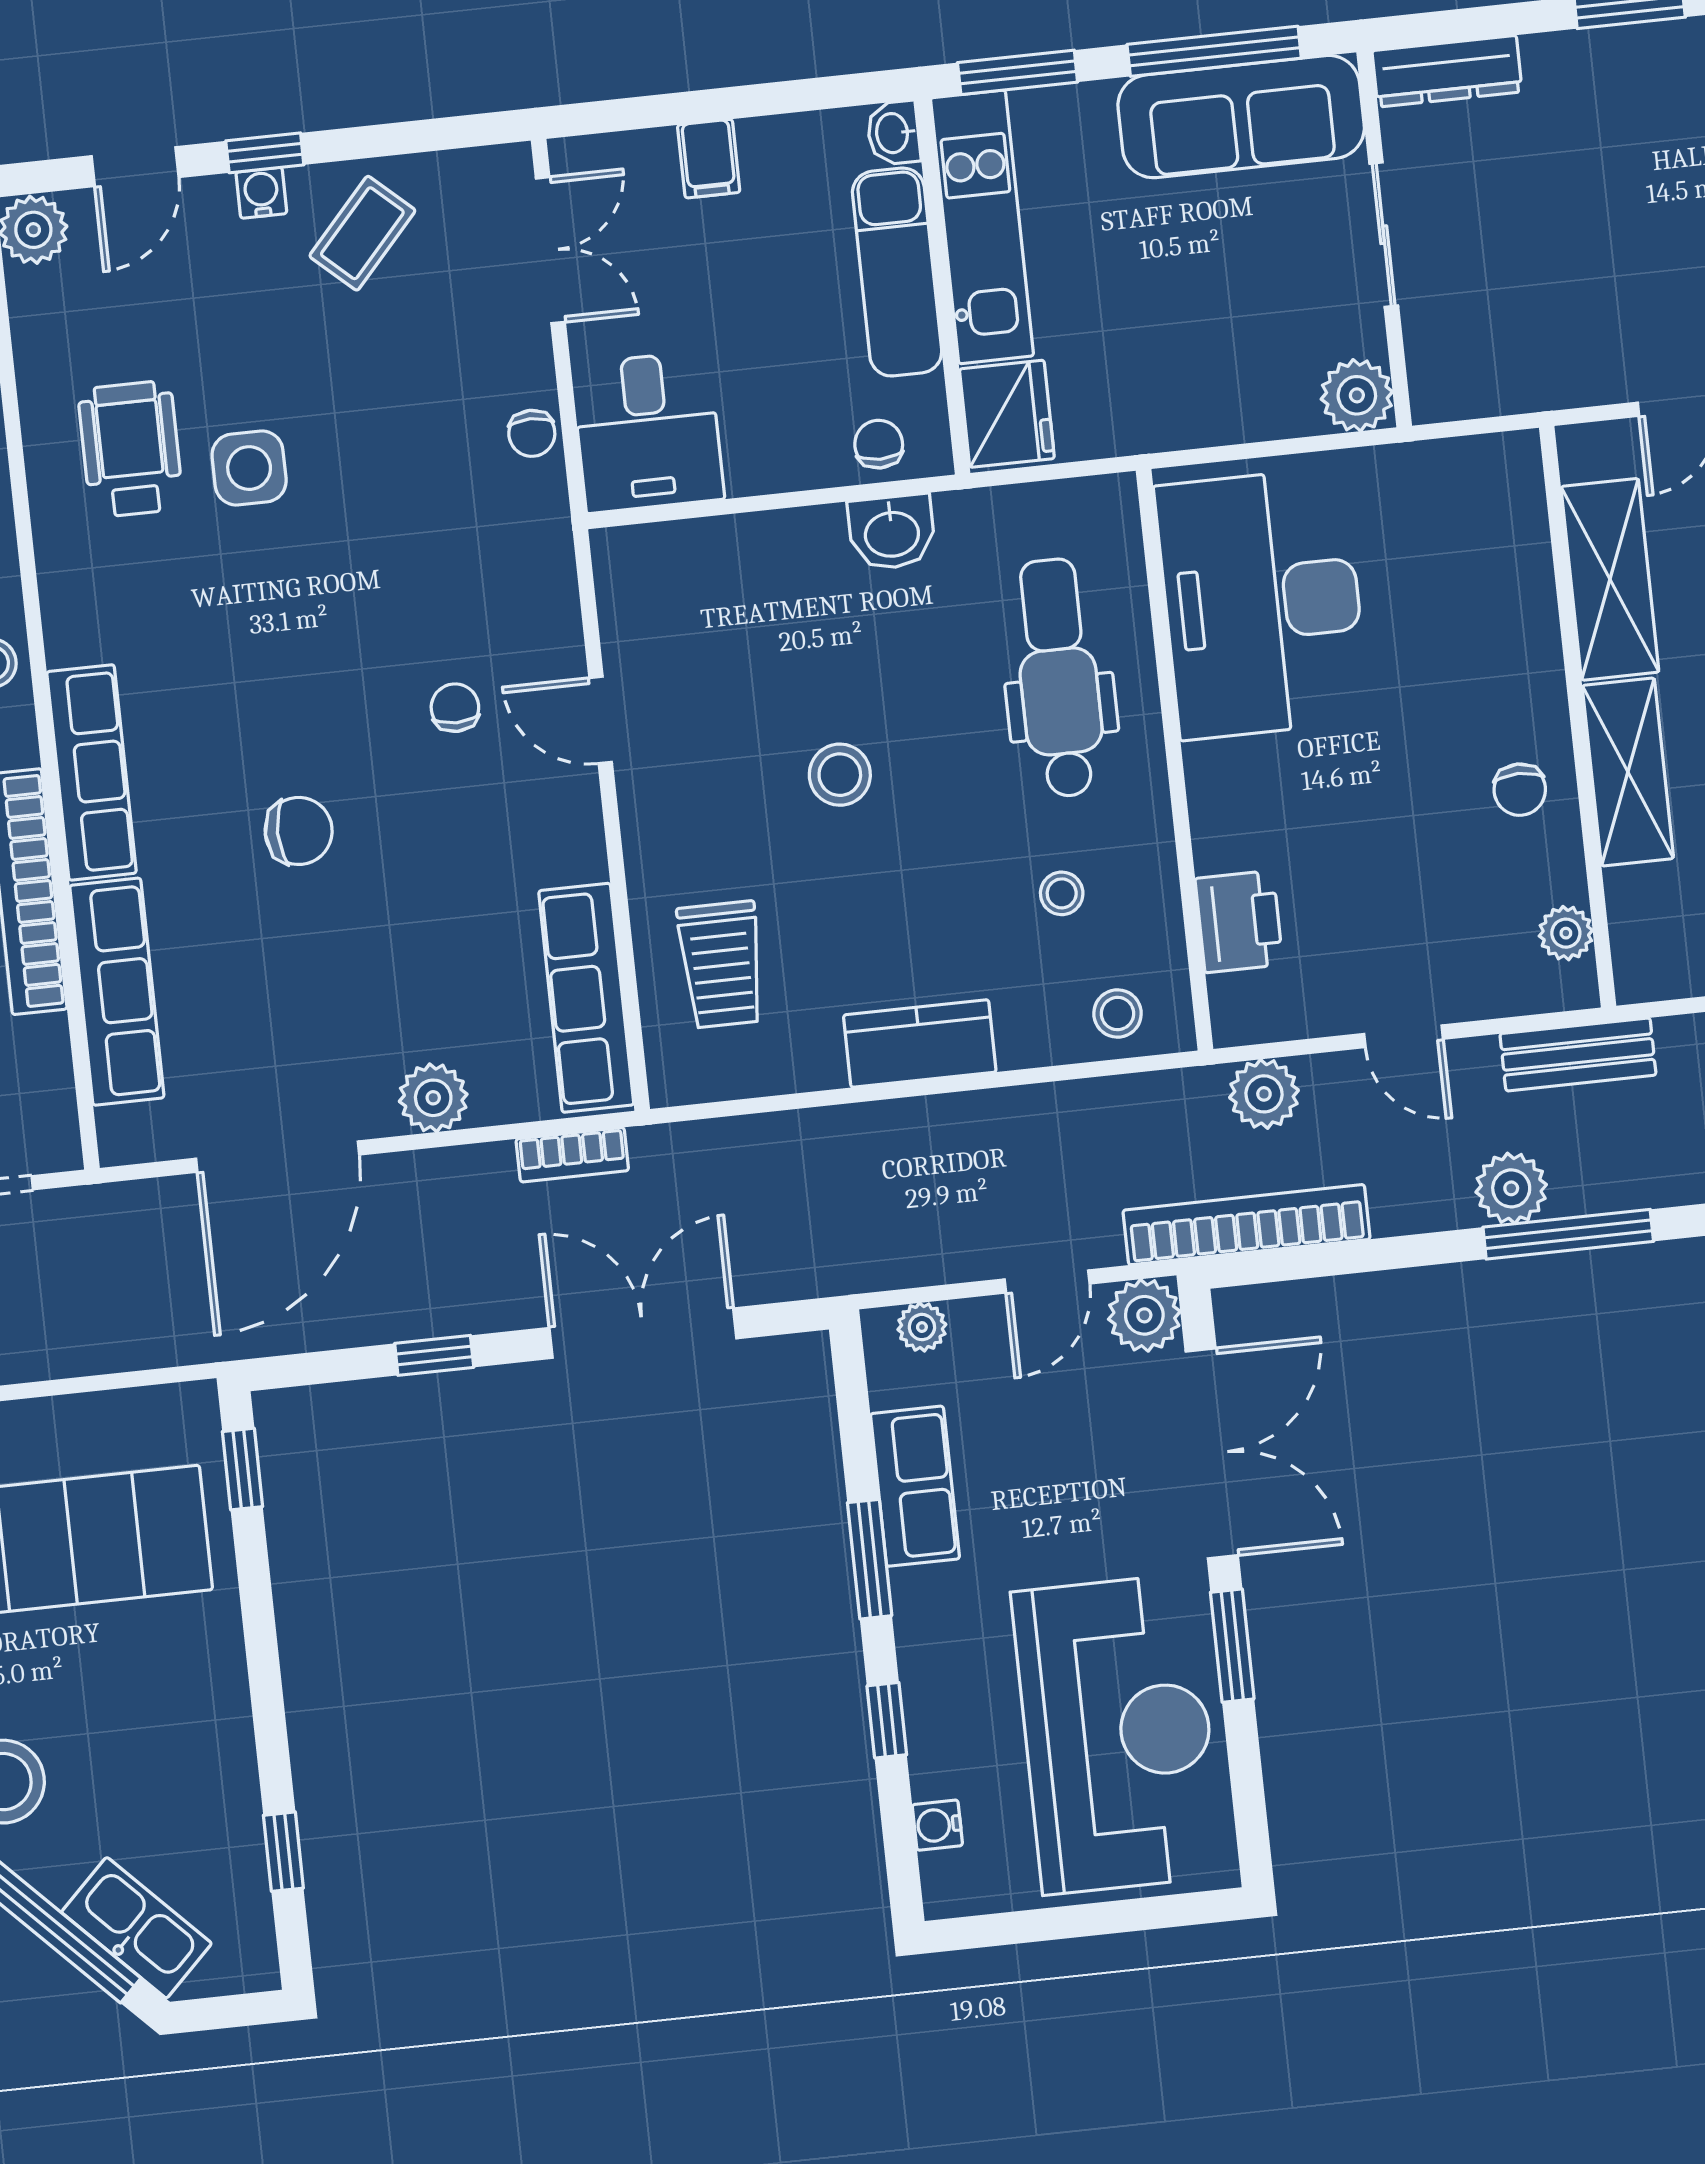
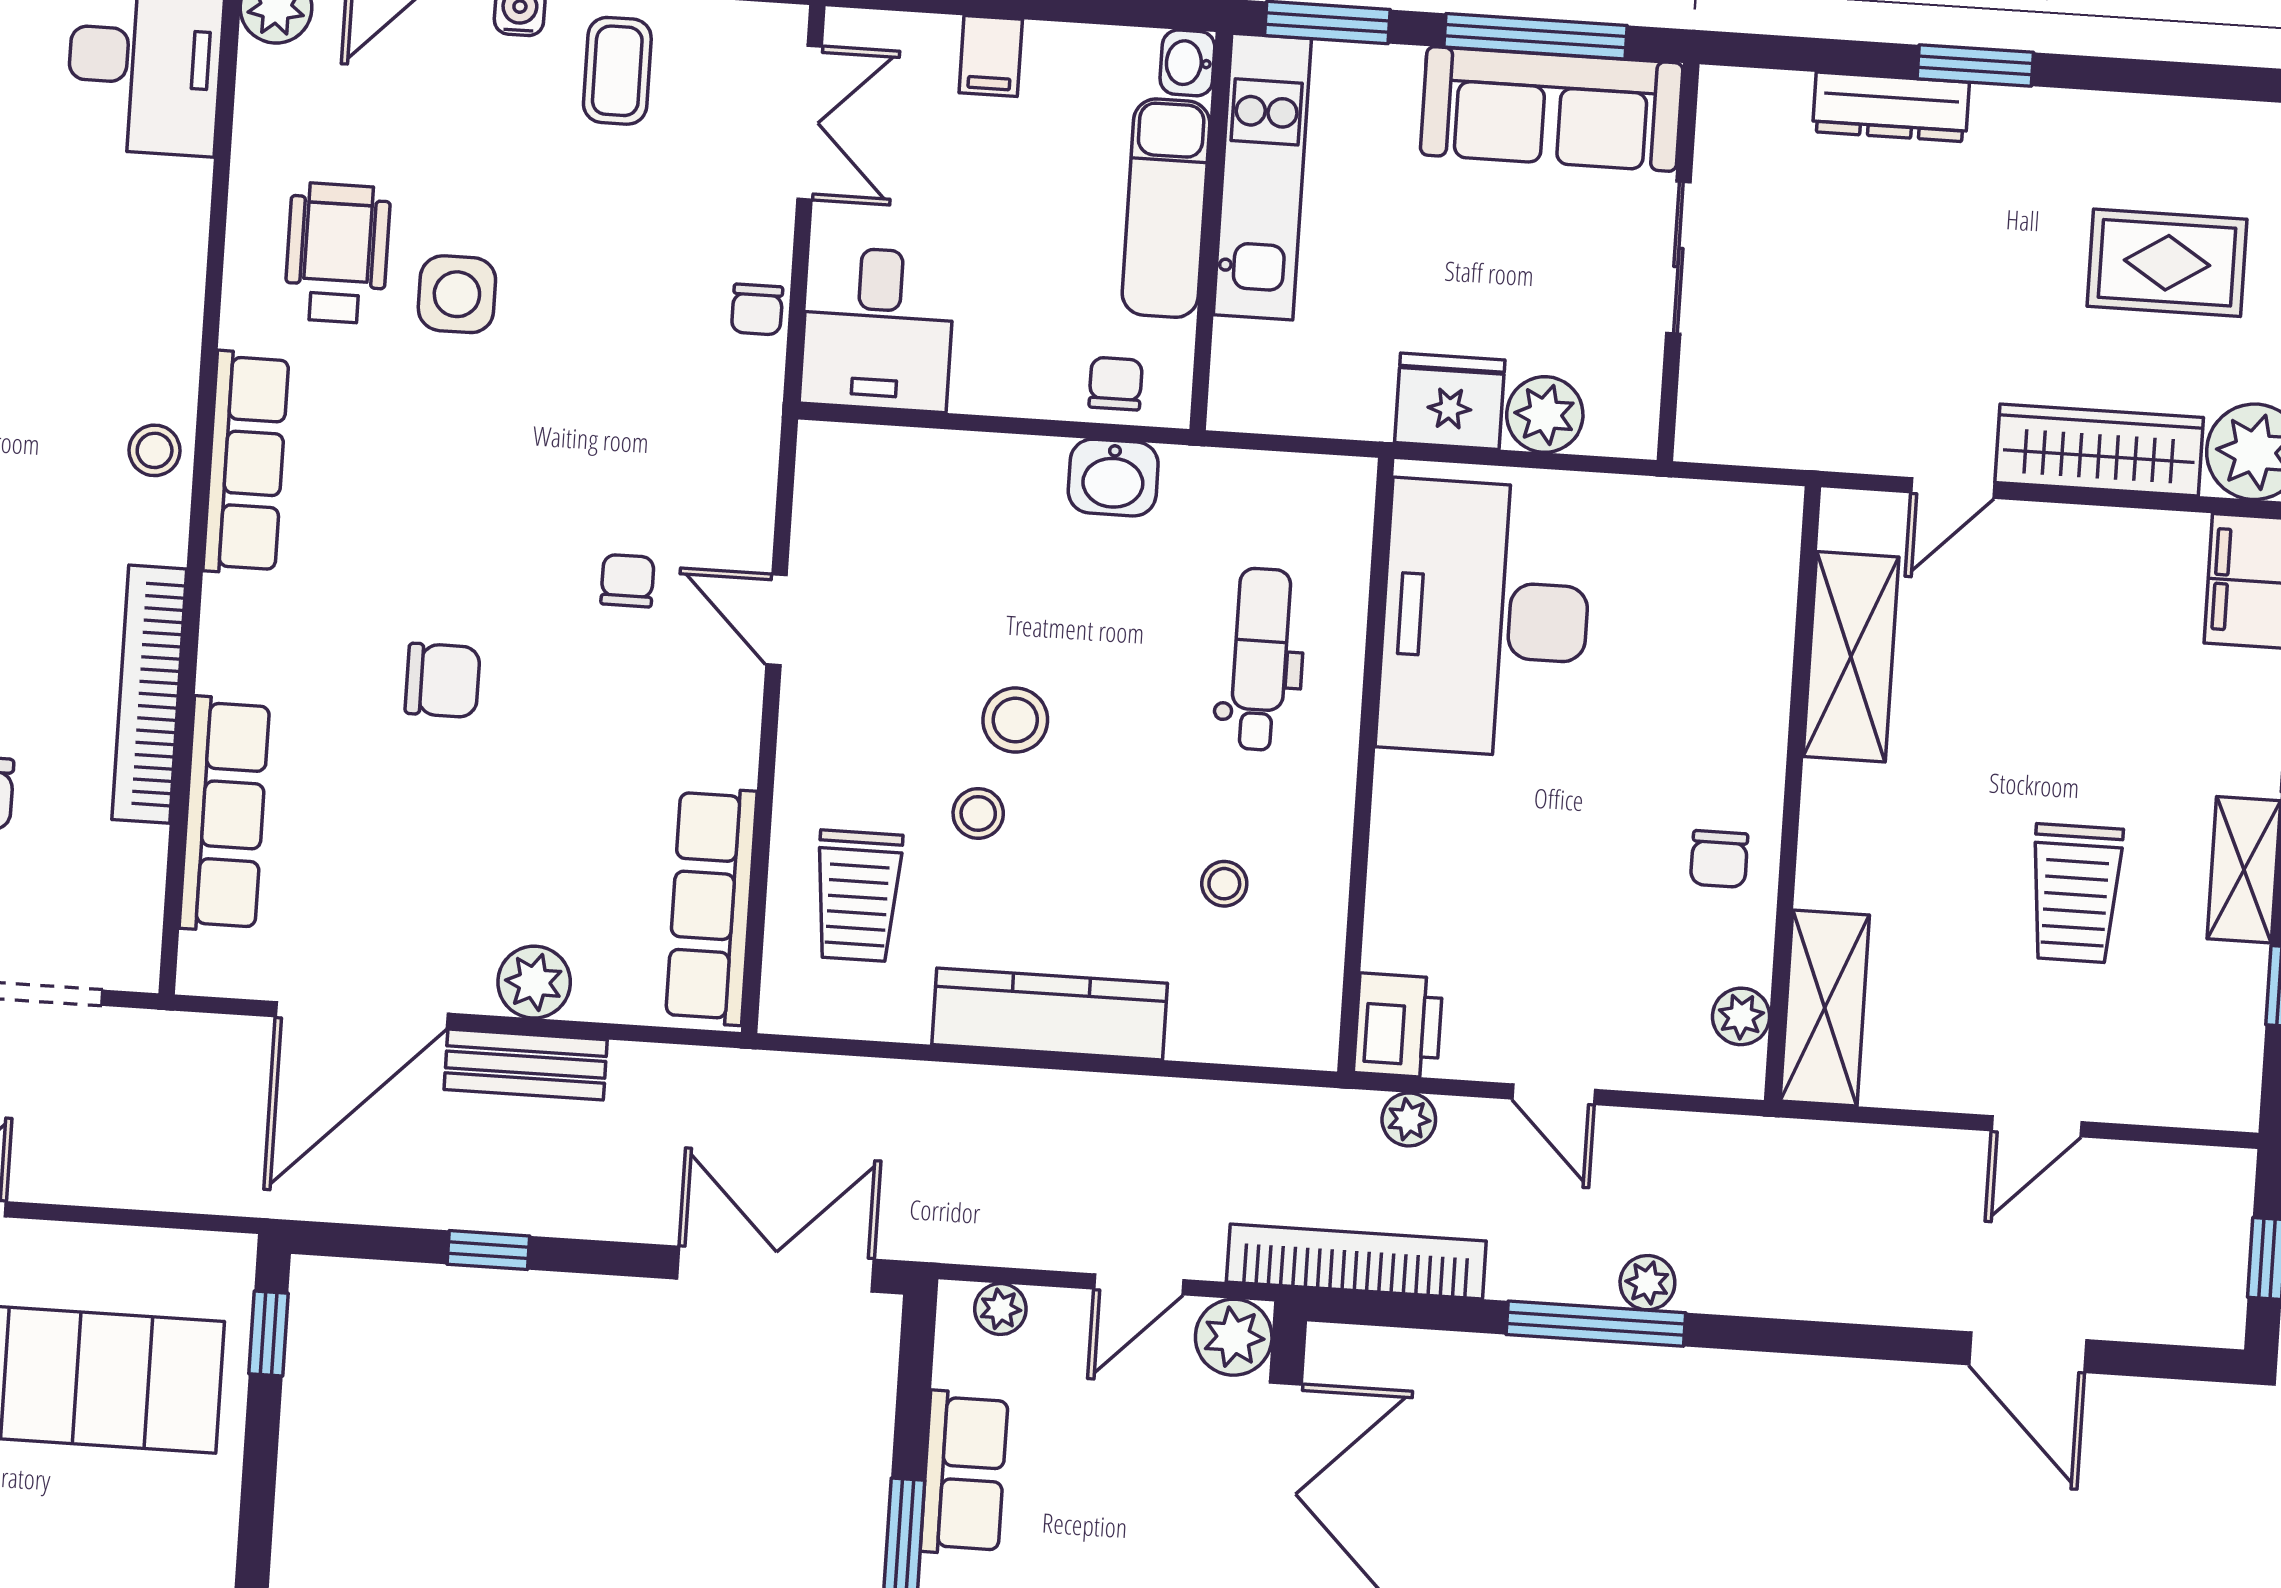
dresser: (1447, 71) -> (1891, 107), moved
coffee table: (362, 233) -> (617, 71), turned -42
plant: (1357, 395) -> (1545, 415), moved
fridge: (1007, 414) -> (1450, 401), moved, turned -90
dental chair: (1059, 678) -> (1260, 659), width x0.73, depth x0.72
row of seats: (91, 772) -> (246, 463), moved
shelving: (1628, 772) -> (1825, 1008), moved
printer: (1239, 922) -> (1398, 1025), moved
stool: (1118, 1014) -> (978, 813), moved
kitchen counter: (920, 1044) -> (1050, 1014), width x1.50
bench: (1578, 1054) -> (526, 1065), moved
plant: (1264, 1094) -> (1409, 1119), width x0.73, depth x0.73
bookcase: (572, 1155) -> (668, 1067), removed
plant: (1511, 1188) -> (1647, 1283), width x0.73, depth x0.73
window: (1568, 1234) -> (1596, 1324), moved
double door: (643, 1333) -> (776, 1269), moved

